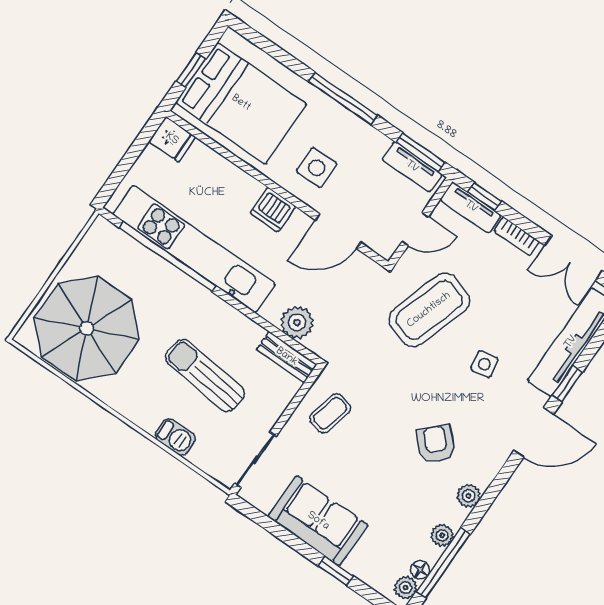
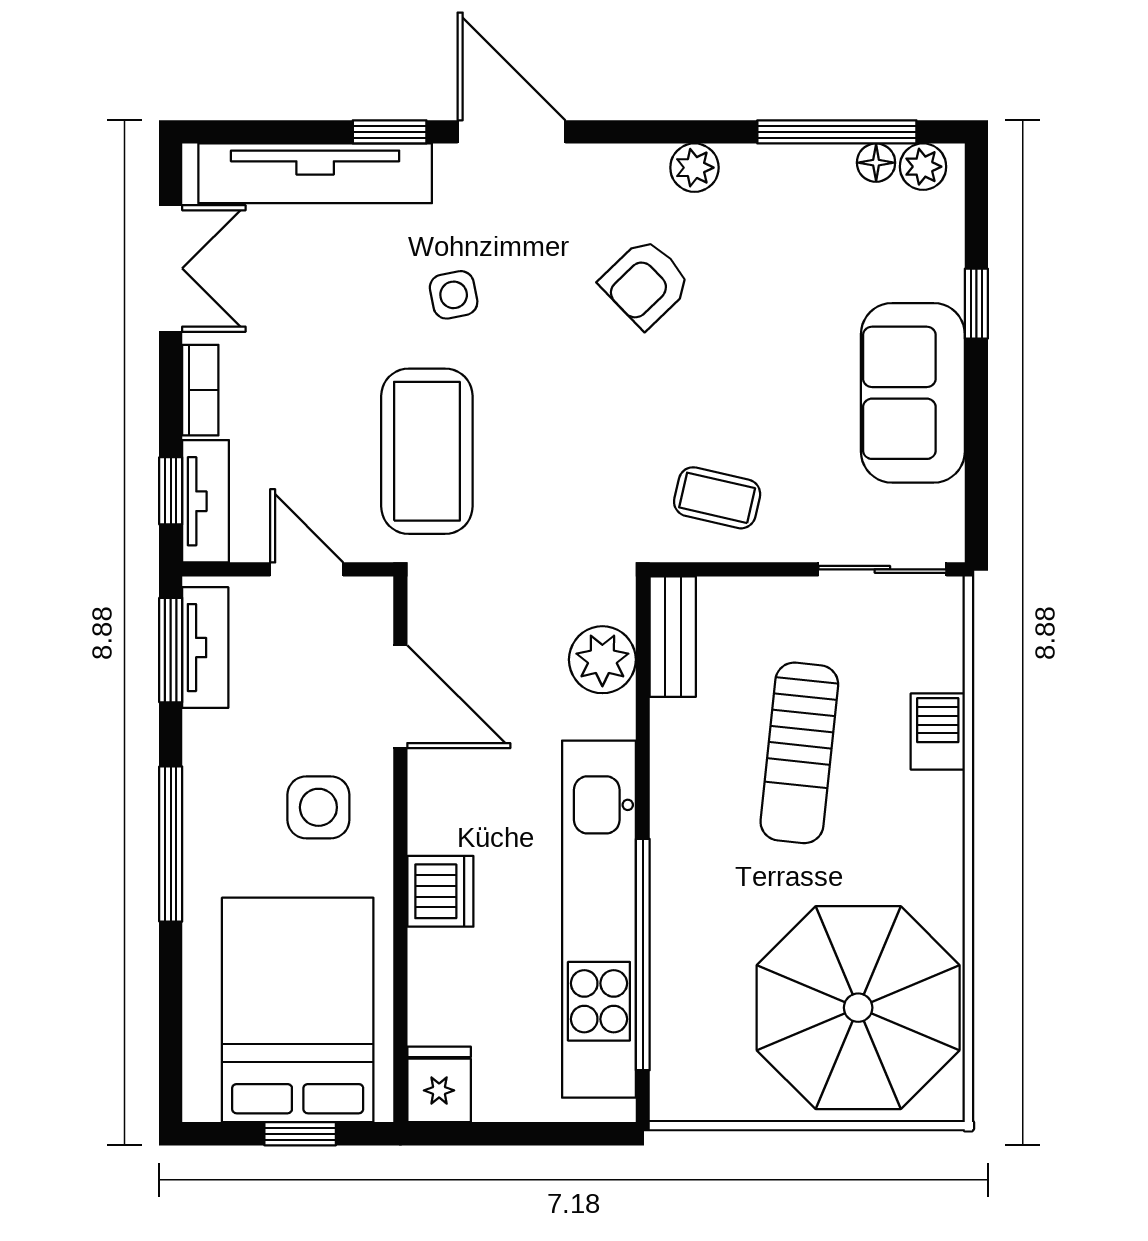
dishwasher: (273, 210) -> (440, 891), moved
coffee table: (429, 310) -> (427, 451), turned 72
plant: (442, 535) -> (792, 166), removed

